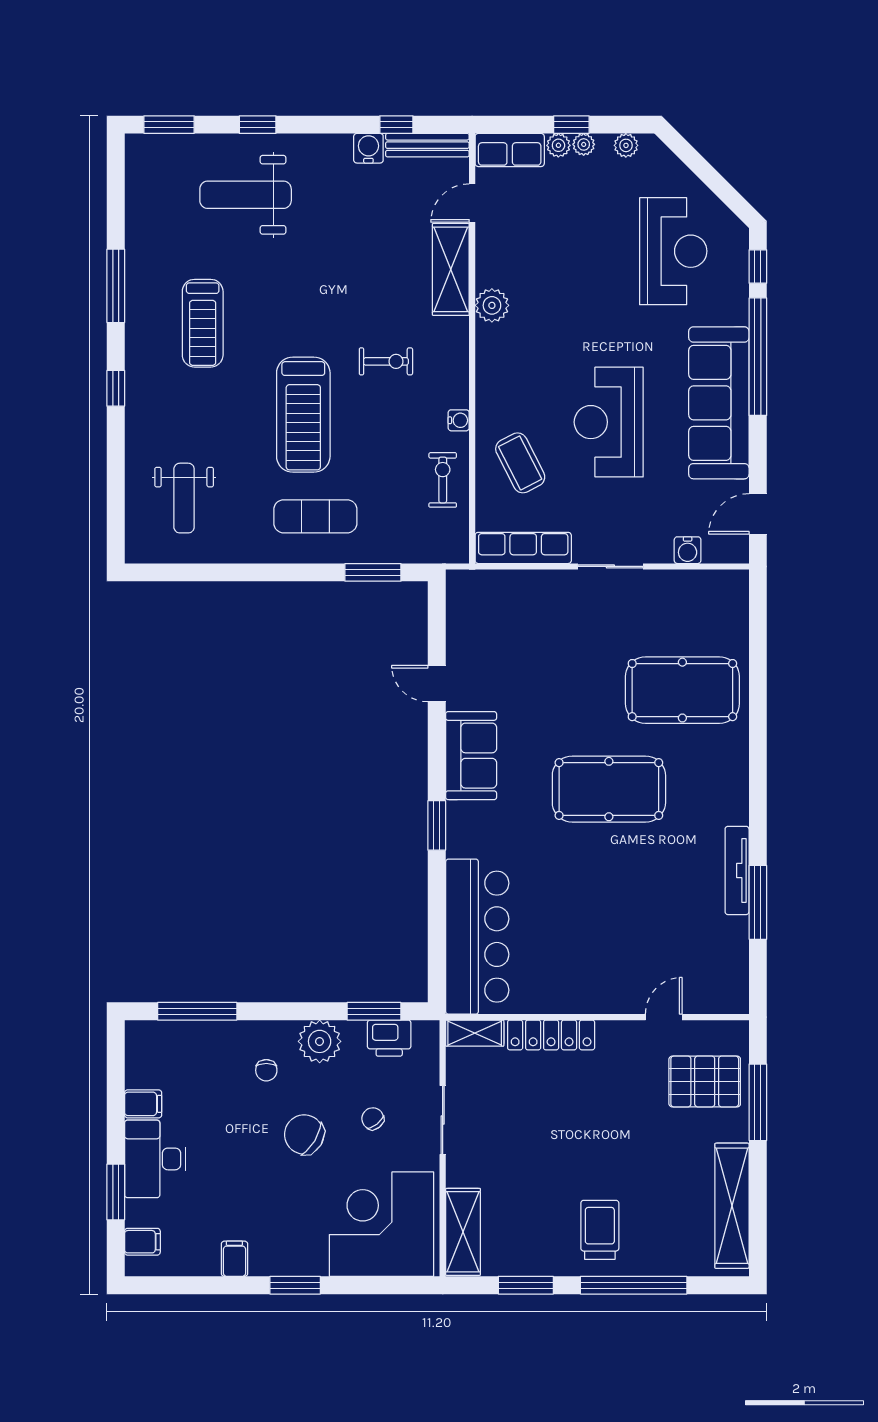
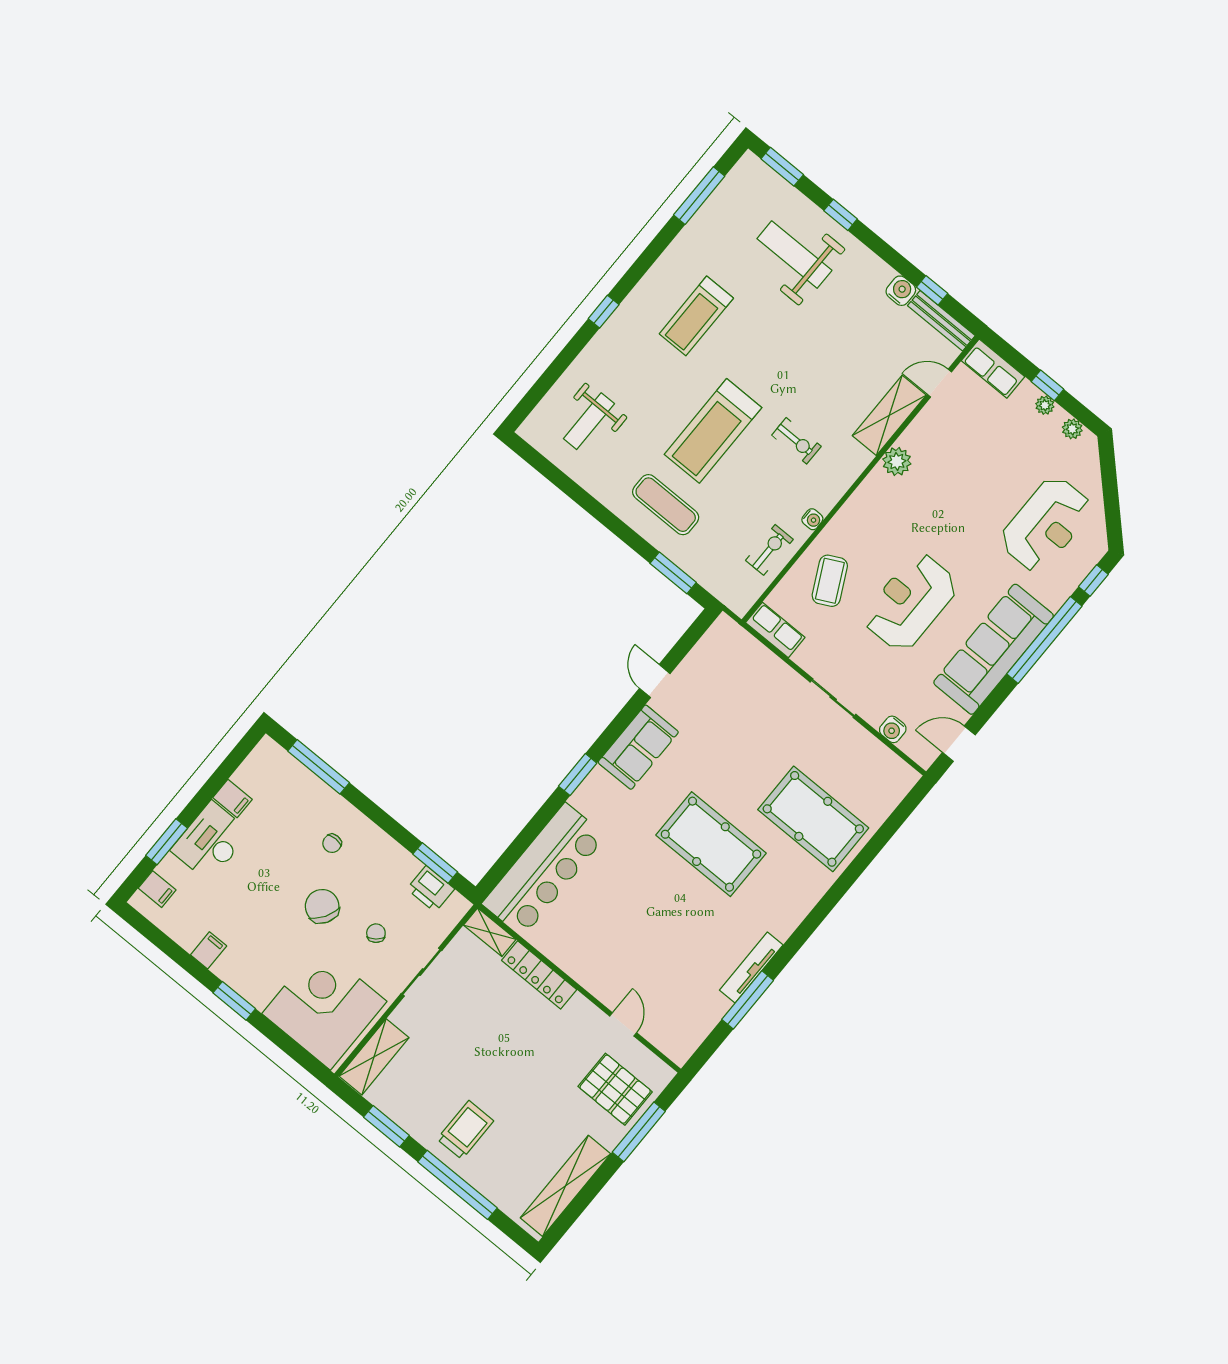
plant: (558, 145) -> (1028, 392), removed
window: (116, 286) -> (699, 196), moved
row of seats: (523, 548) -> (775, 630), width x0.68
door: (664, 1017) -> (623, 1024), hinge flipped
plant: (320, 1041) -> (383, 853), removed

